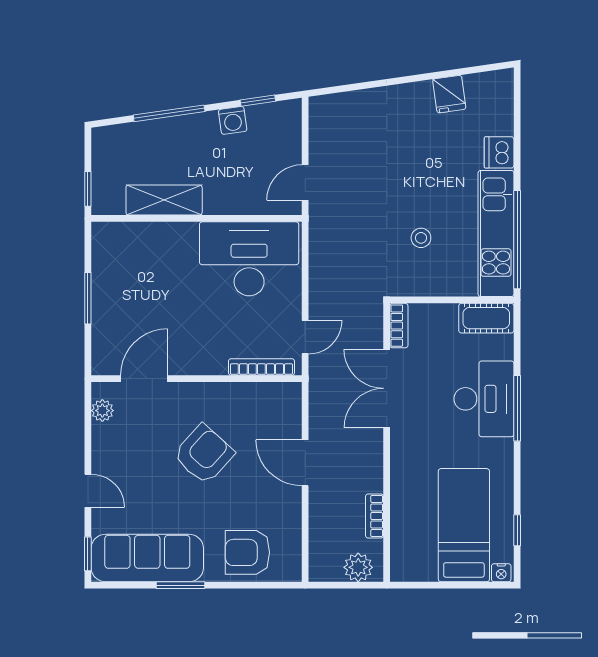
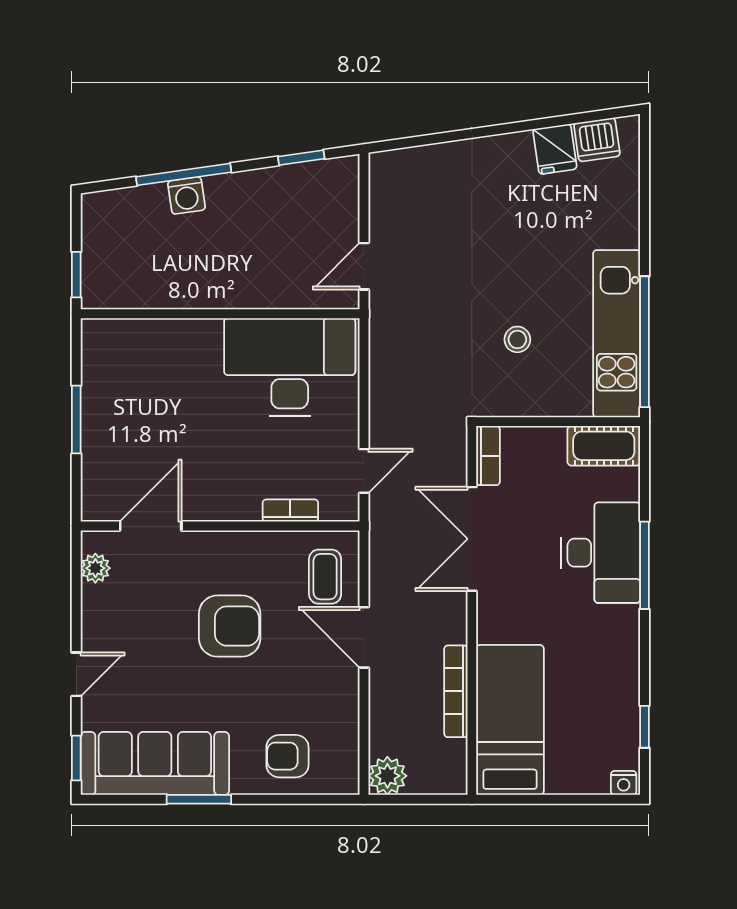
washing machine: (233, 120) -> (187, 195), moved
dishwasher: (499, 152) -> (597, 140), moved, turned -98
shelving: (164, 200) -> (177, 289), removed
bookcase: (261, 367) -> (290, 511), width x0.64
coffee table: (276, 417) -> (325, 577), added
armchair: (204, 454) -> (230, 626), turned 48
door: (88, 491) -> (76, 674), hinge flipped
bookcase: (375, 516) -> (456, 691), width x1.56
bed: (464, 525) -> (510, 720), moved
armchair: (247, 552) -> (287, 756), width x0.72, depth x0.72
plant: (358, 567) -> (387, 776), moved

